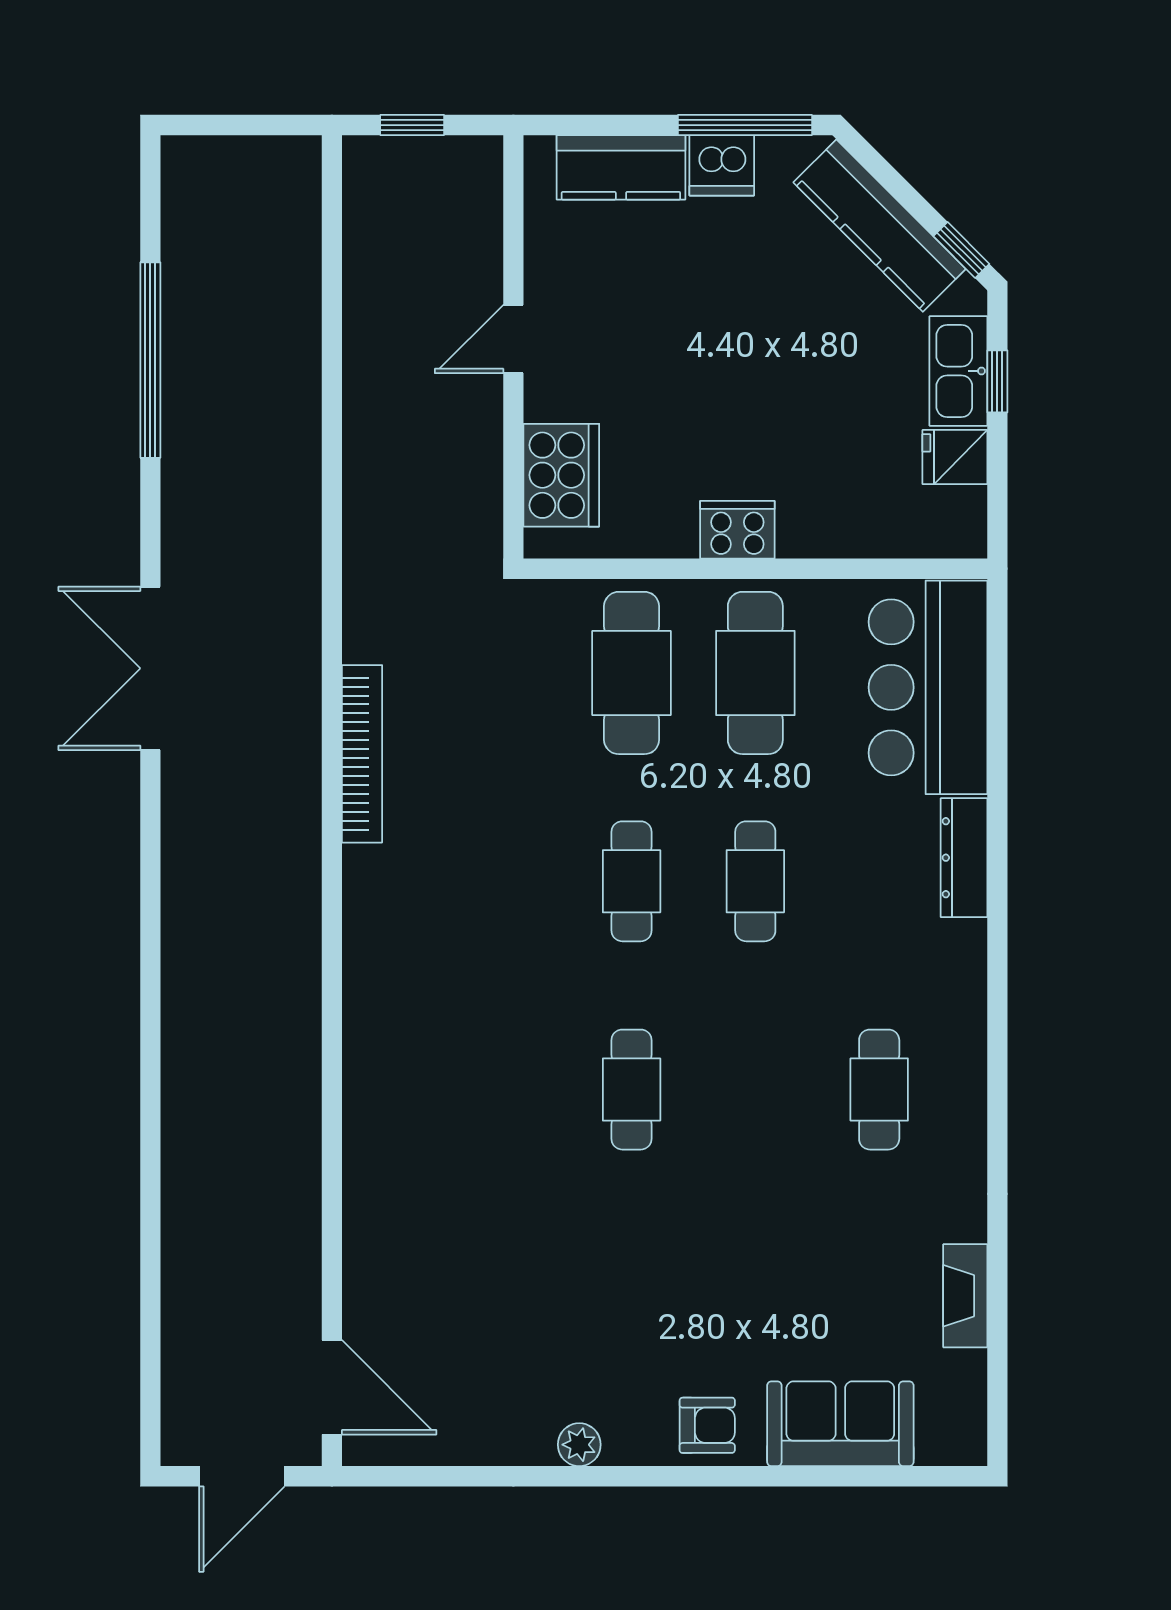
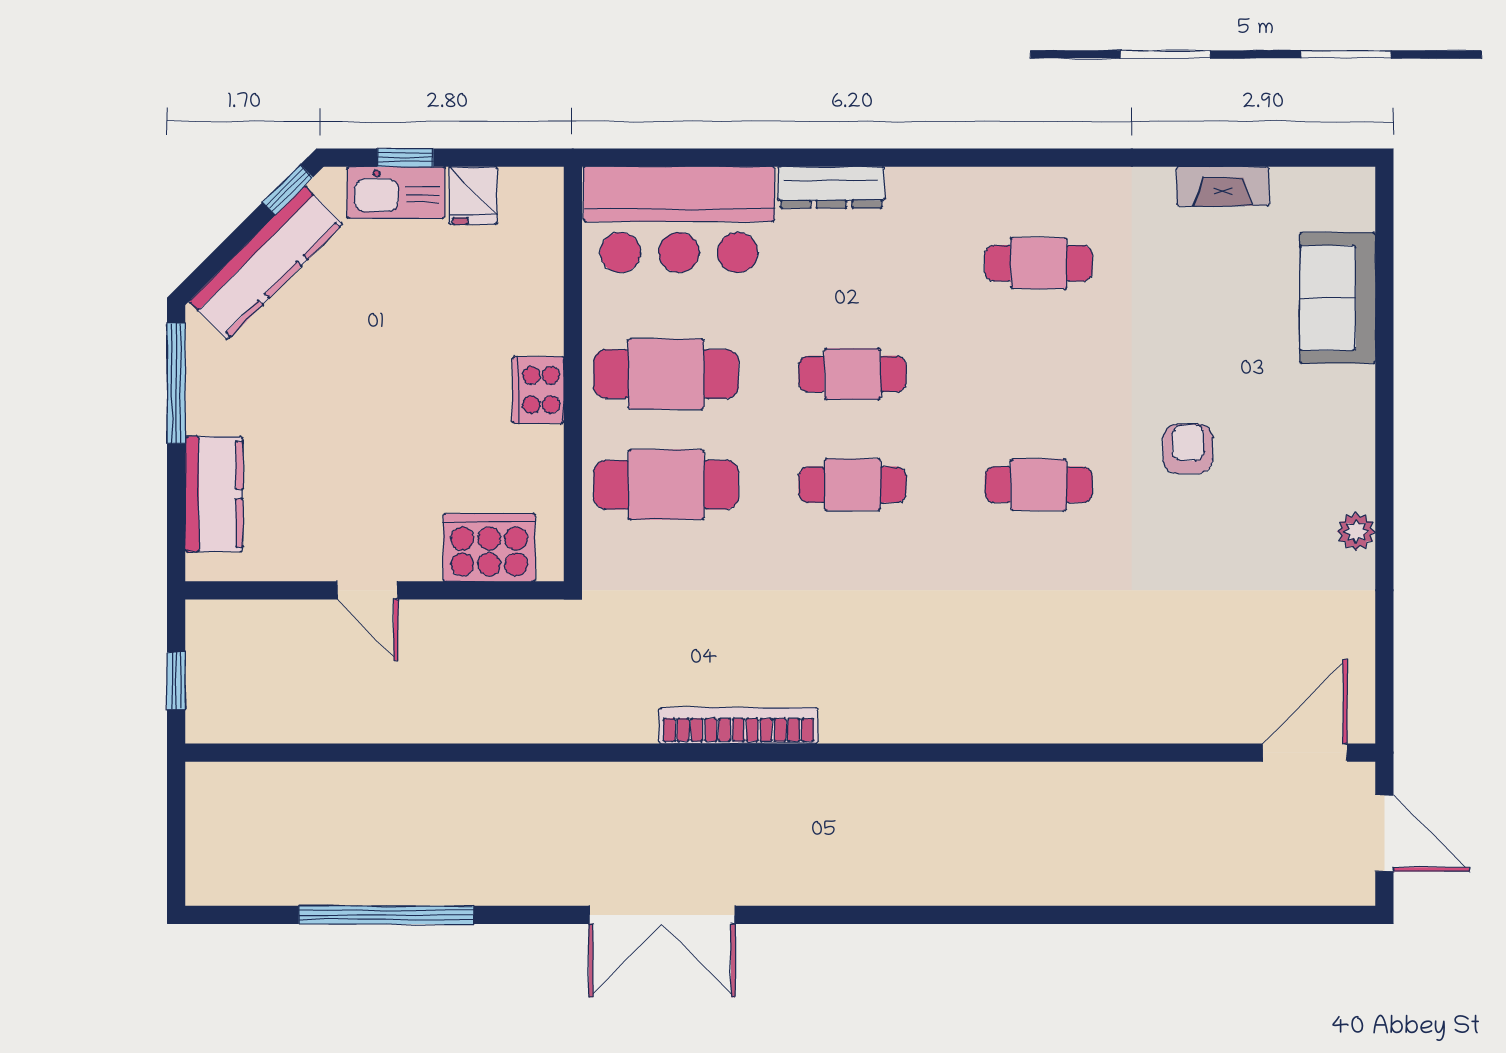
dishwasher: (722, 165) -> (212, 404), removed
armchair: (707, 1425) -> (1188, 449), moved

